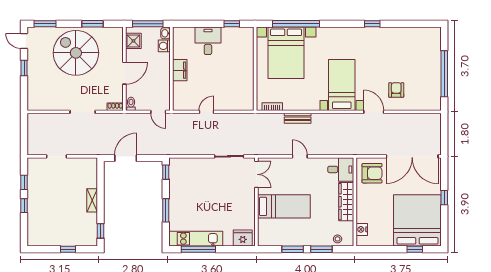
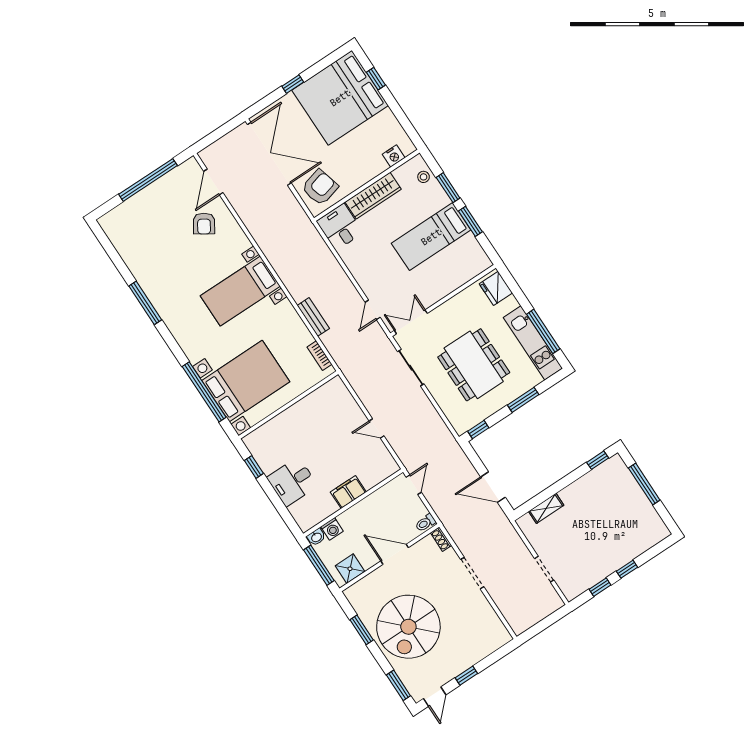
window: (372, 24) -> (145, 303), width x2.17
armchair: (396, 90) -> (204, 224), turned -57
door: (374, 112) -> (213, 182), moved
door: (300, 156) -> (373, 310), moved
armchair: (372, 173) -> (320, 187), turned 75
dining table: (206, 195) -> (474, 365), added
shelving: (92, 200) -> (546, 508), moved
bed: (284, 206) -> (431, 237), moved, turned -90
window: (68, 249) -> (644, 484), width x2.17

